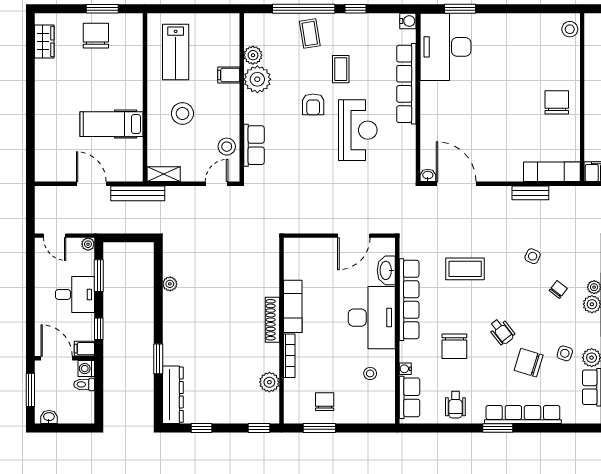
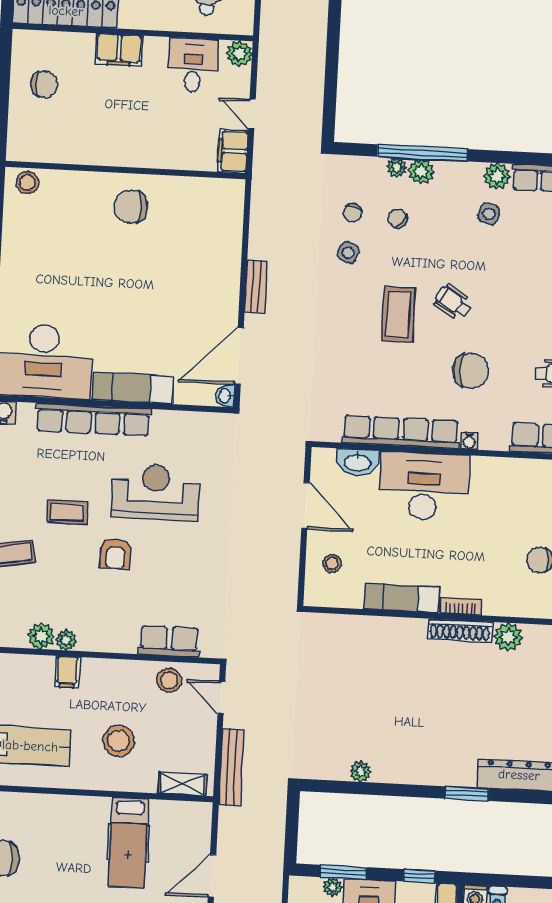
plant: (257, 79) -> (66, 640), width x0.53, depth x0.53
armchair: (313, 104) -> (116, 554), turned 90
exam couch: (552, 172) -> (133, 388), moved, turned 90
shelving: (164, 174) -> (182, 784), moved, turned 90
bench: (138, 193) -> (231, 767), moved
bench: (530, 193) -> (256, 286), moved
plant: (88, 244) -> (333, 887), moved
coffee table: (465, 269) -> (398, 315), moved
shoe rack: (272, 320) -> (460, 630), moved
wheelchair: (502, 332) -> (453, 302), turned -111
bookcase: (289, 356) -> (461, 606), width x0.64
chair: (529, 363) -> (353, 213), moved, width x0.54, depth x0.54
water cooler: (405, 369) -> (469, 441), moved
stool: (370, 373) -> (332, 564), moved

